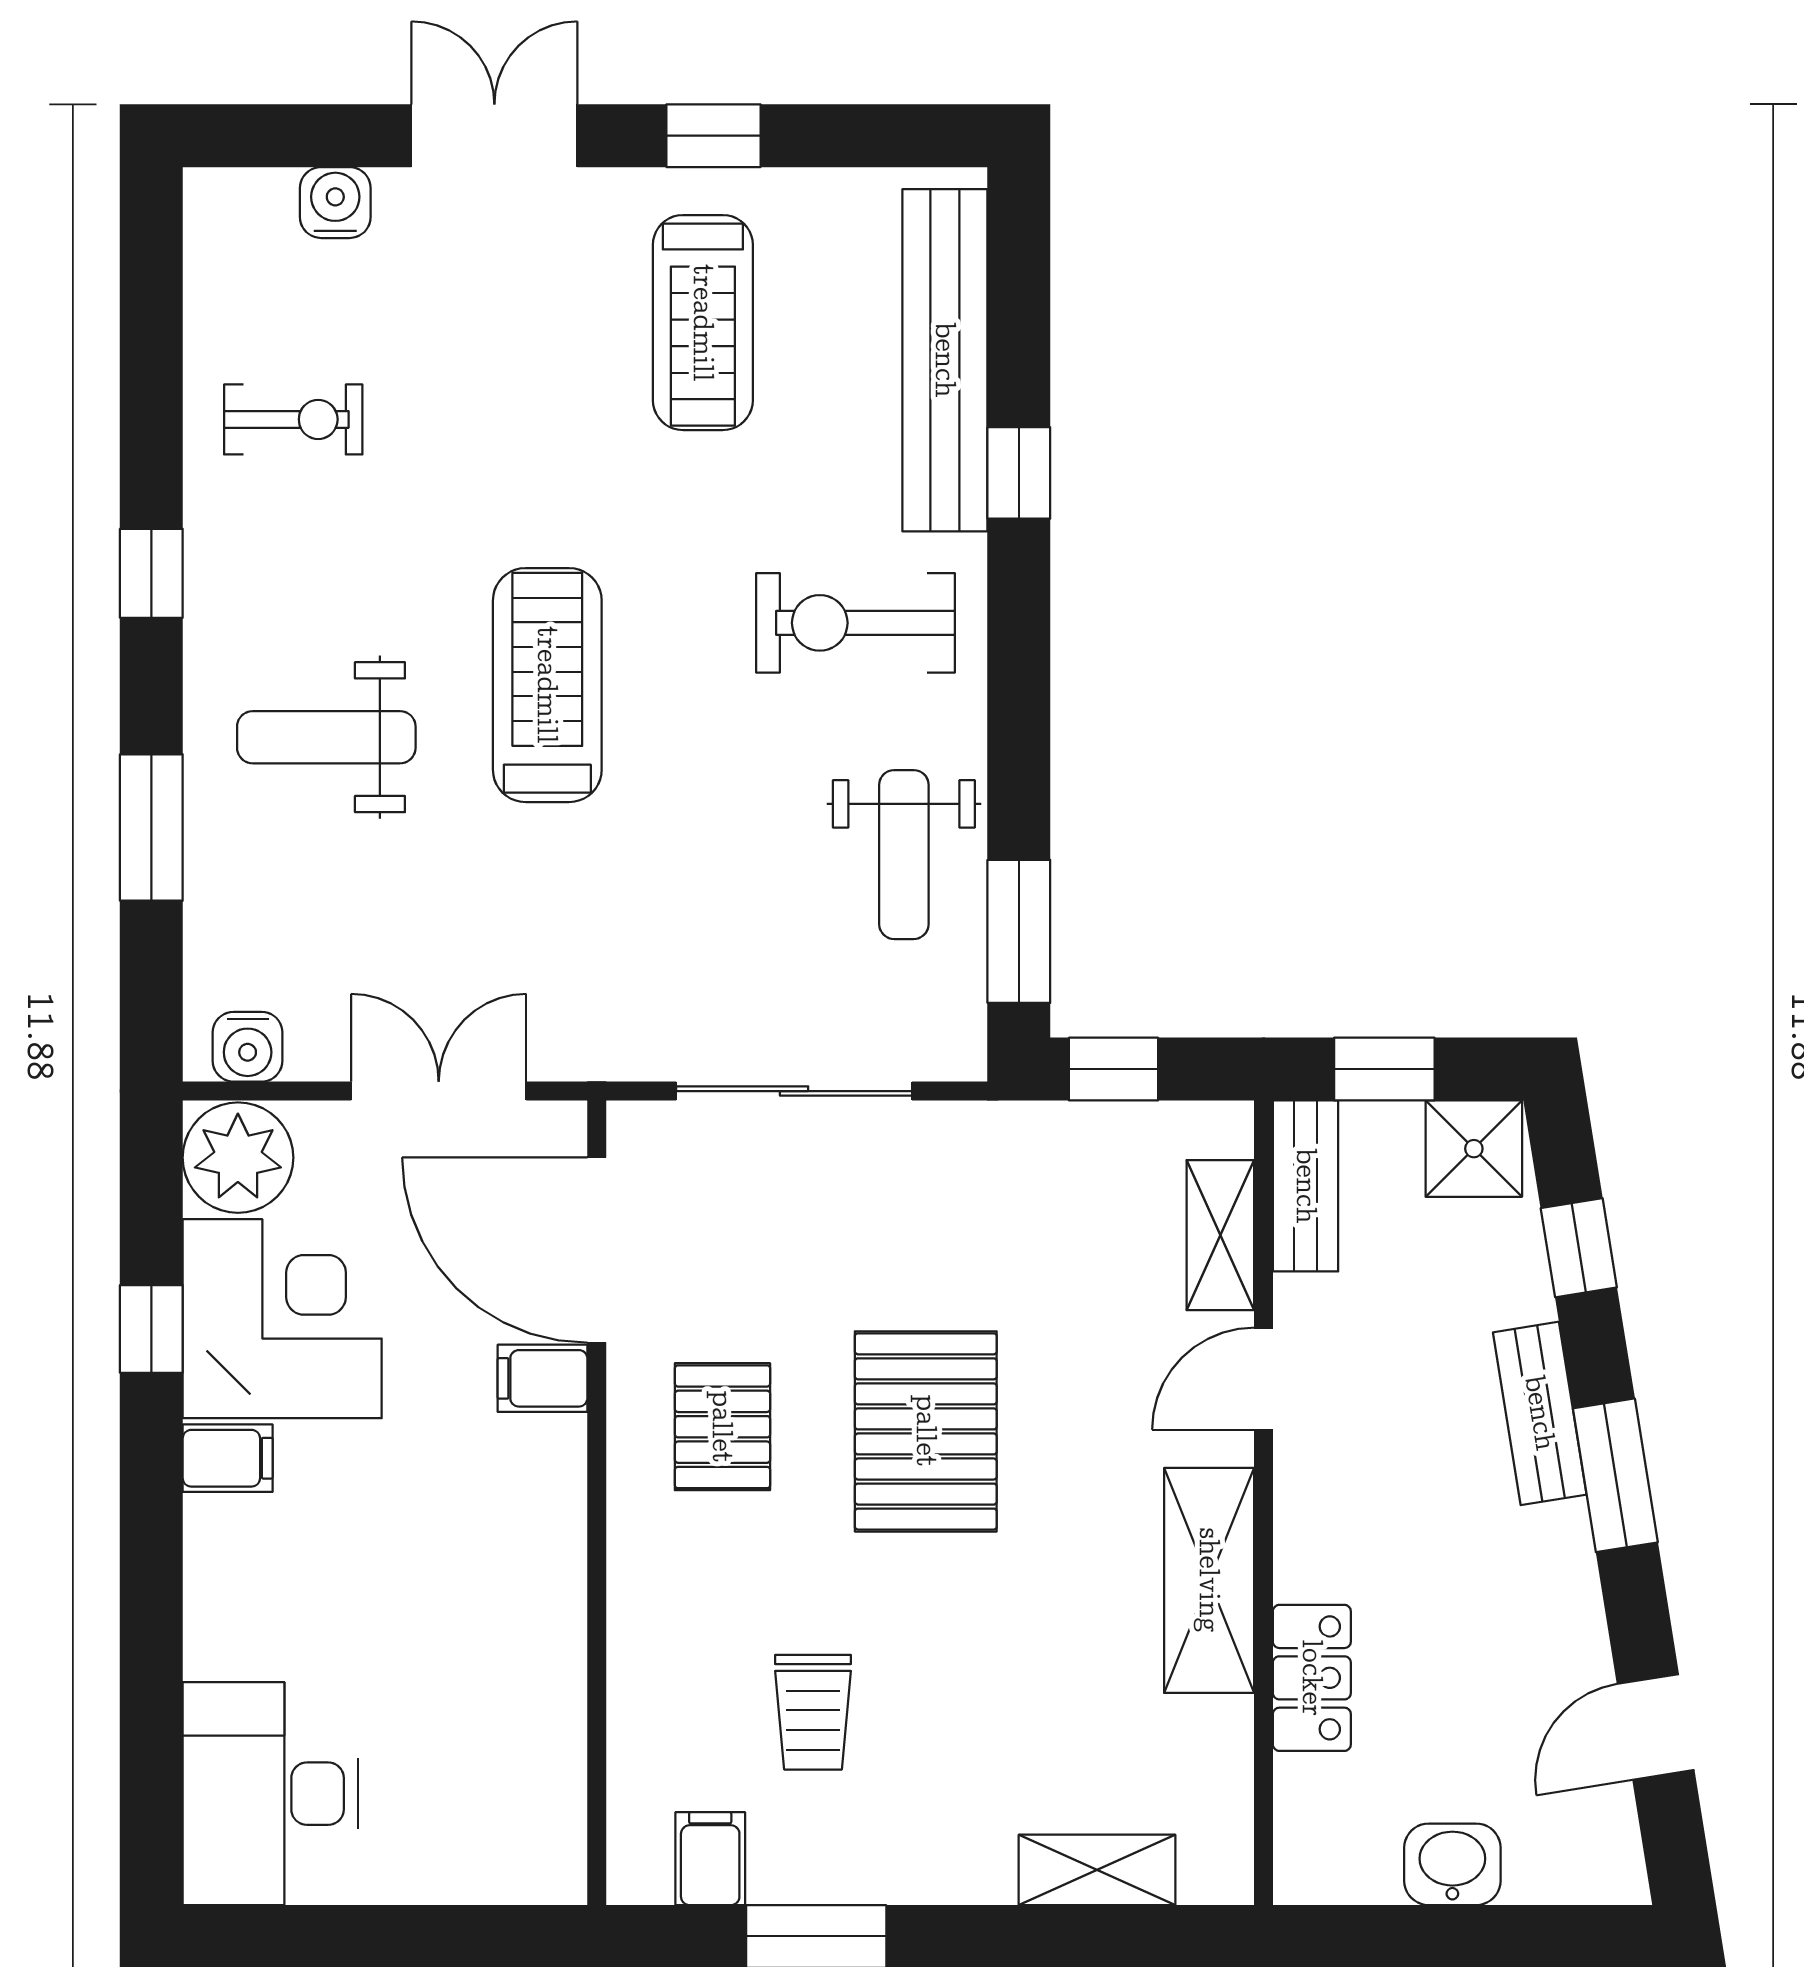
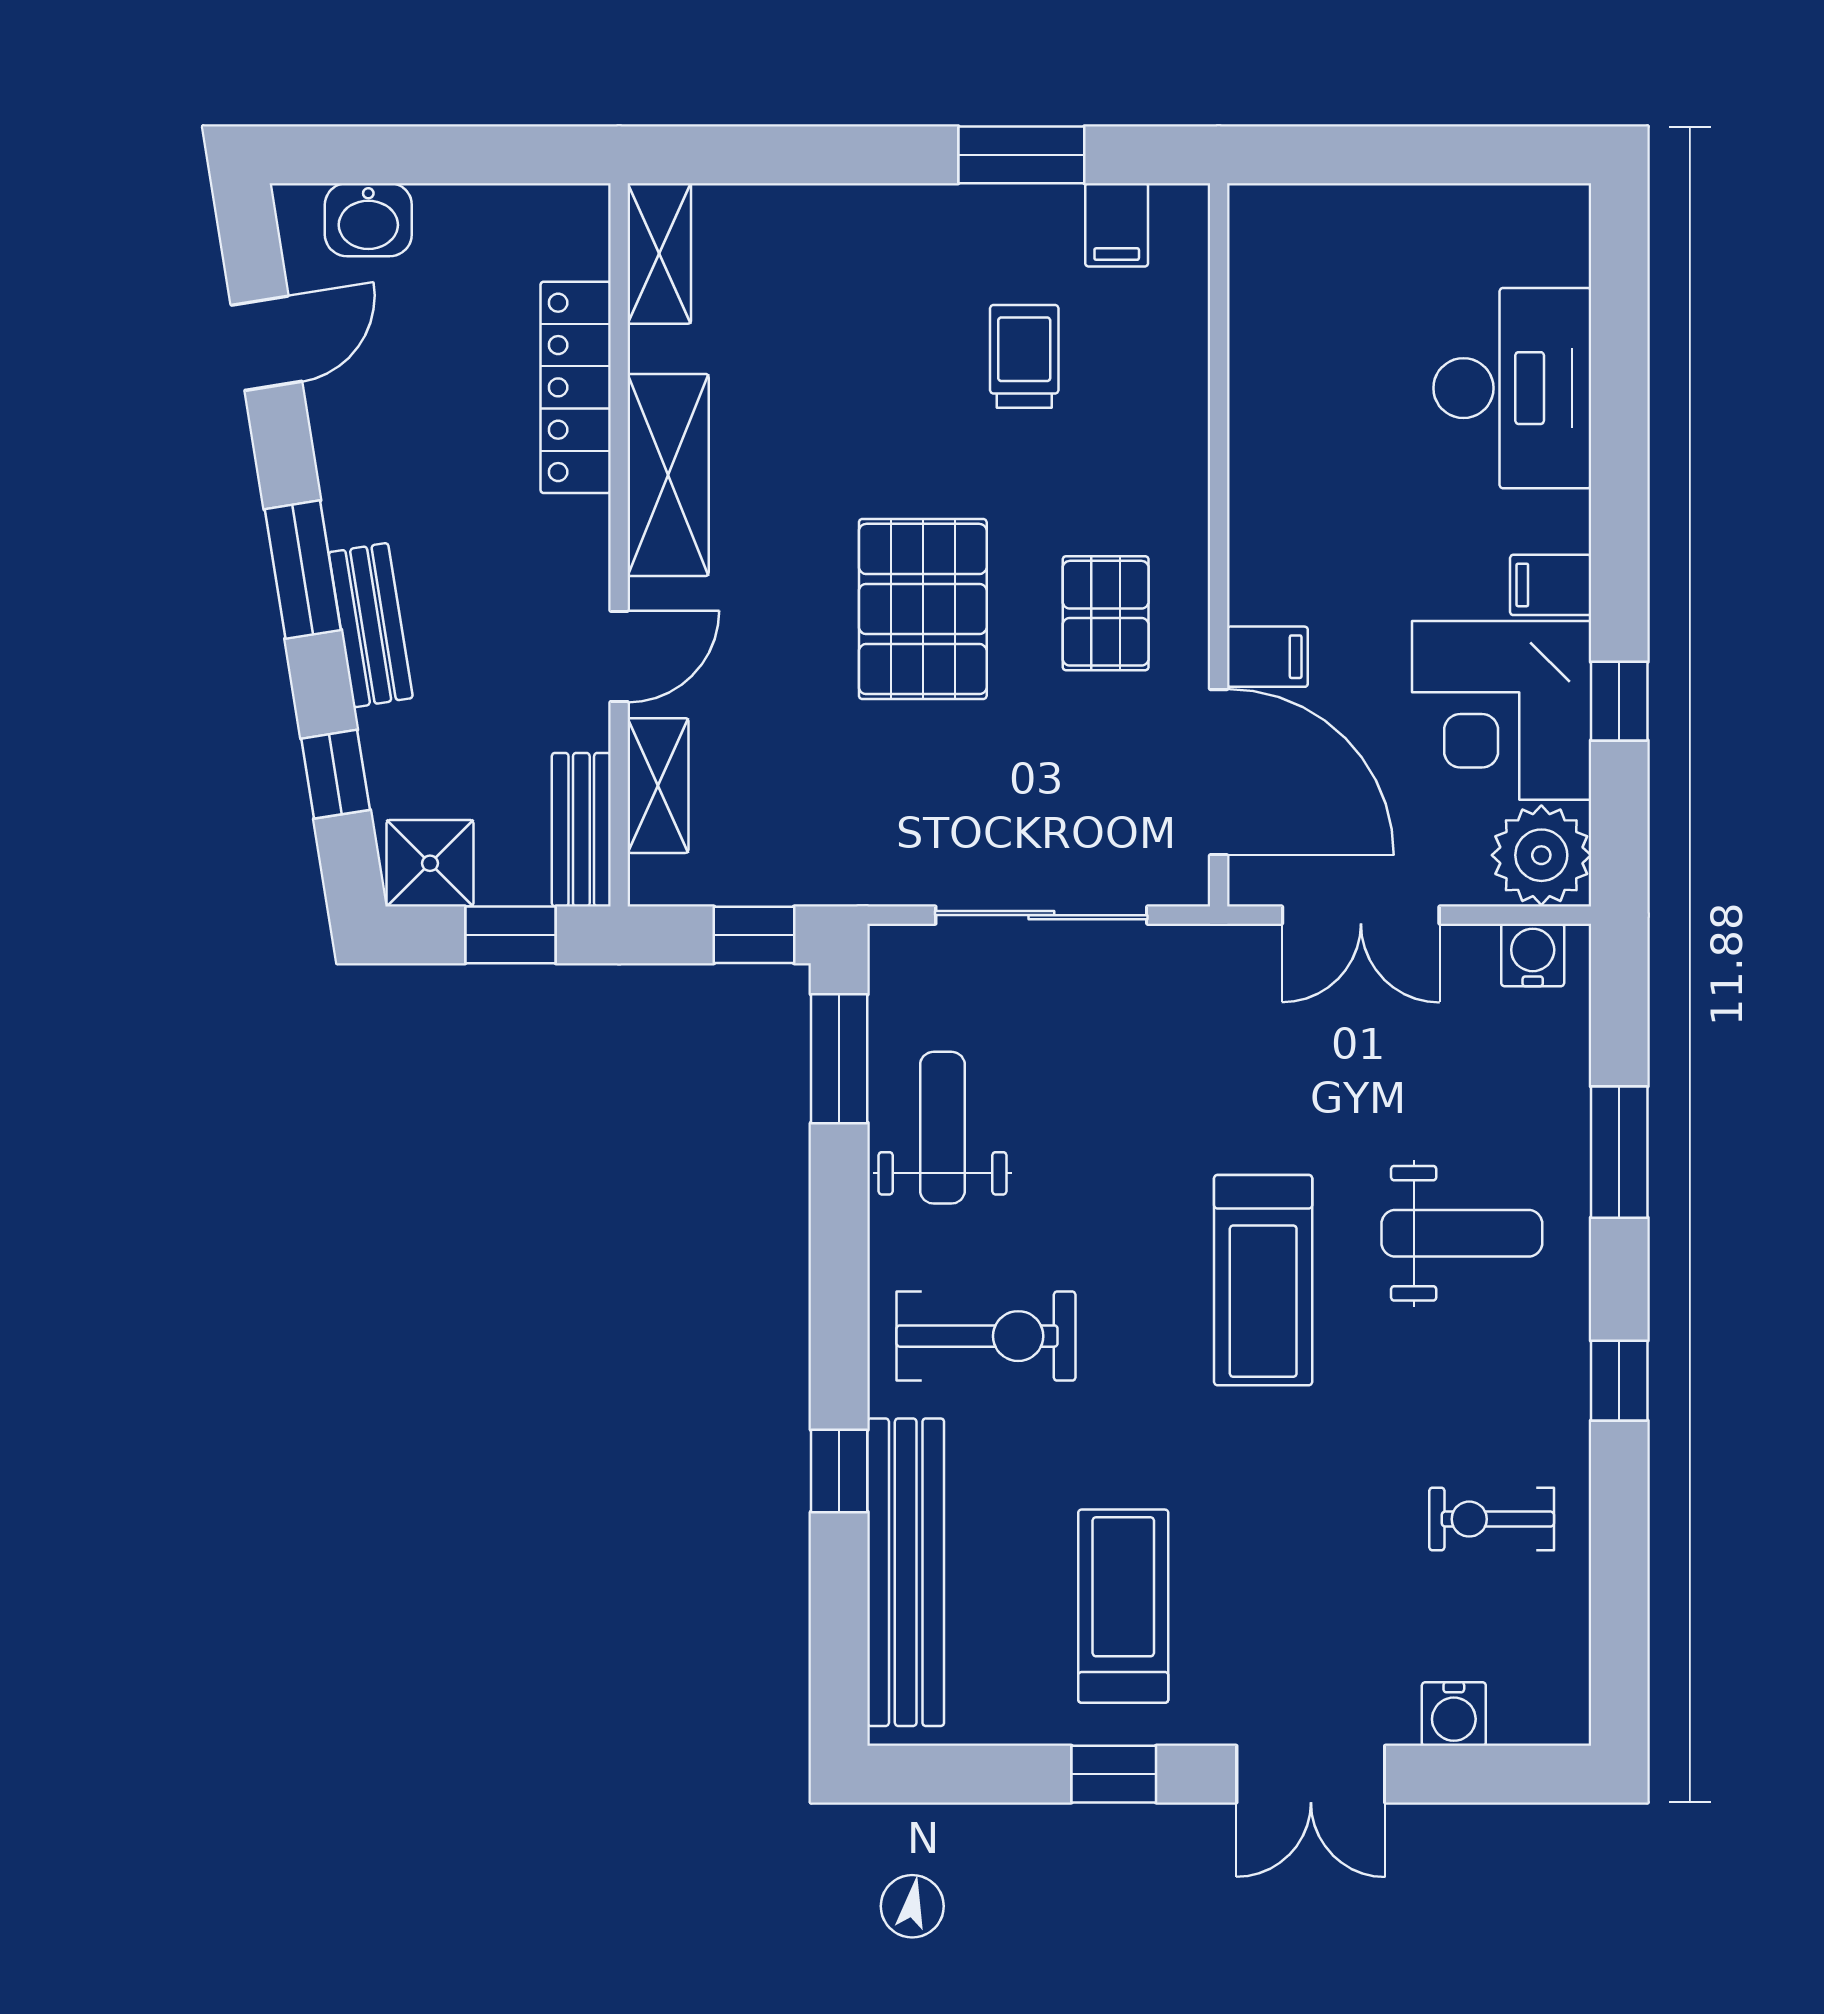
locker: (1312, 1678) -> (576, 387), width x1.53
desk: (270, 1794) -> (1512, 388), moved
washbasin: (1452, 1864) -> (368, 220), moved
shelving: (1097, 1870) -> (659, 253), moved, turned 90

